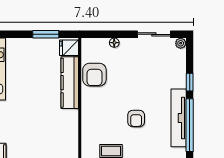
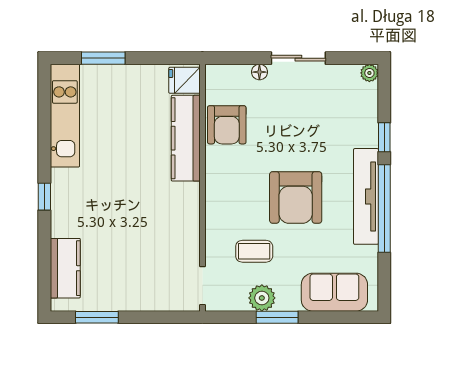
window: (46, 34) -> (103, 58), moved
sliding door: (154, 34) -> (298, 58), moved
armchair: (136, 119) -> (296, 197), width x1.88, depth x1.88

